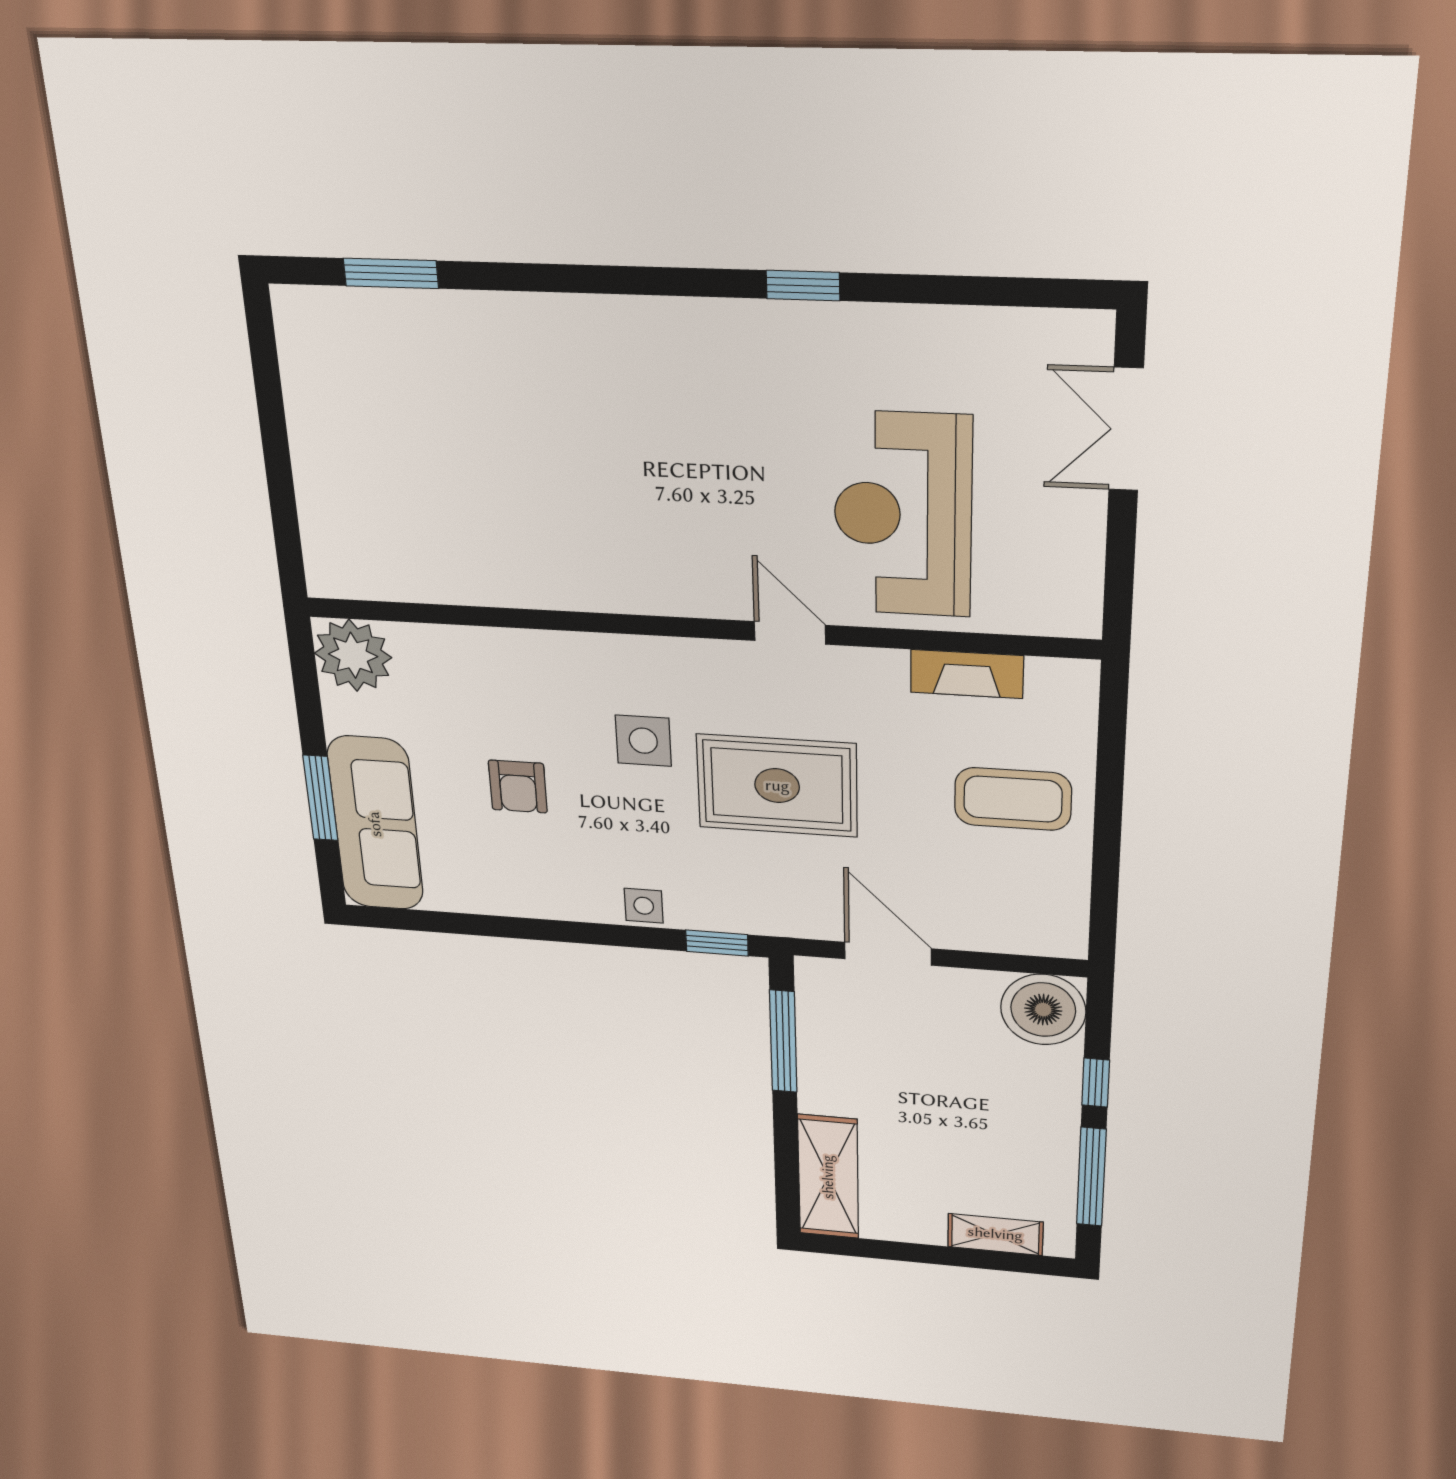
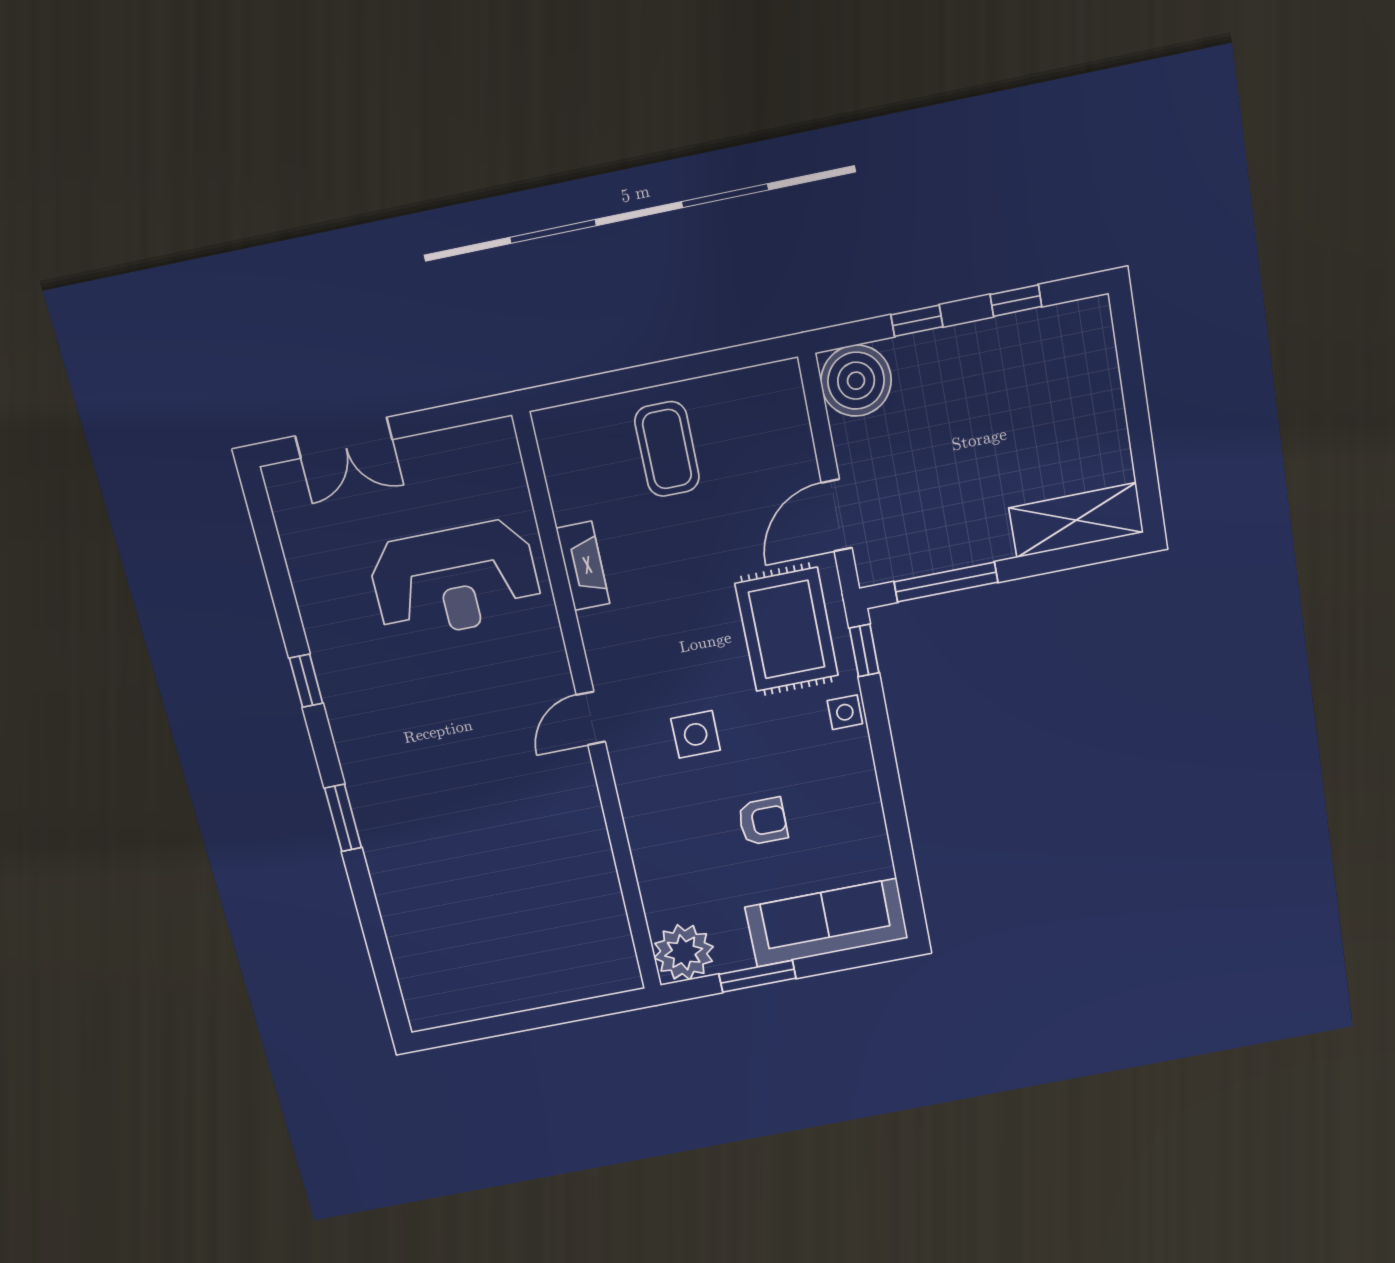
window: (391, 273) -> (343, 818), moved
door: (790, 633) -> (591, 718), moved
fireplace: (967, 674) -> (583, 566), moved
rug: (777, 786) -> (787, 630), moved
window: (320, 798) -> (757, 976), moved
window: (1091, 1177) -> (1016, 301), width x0.46
shelving: (995, 1234) -> (1101, 367), removed

